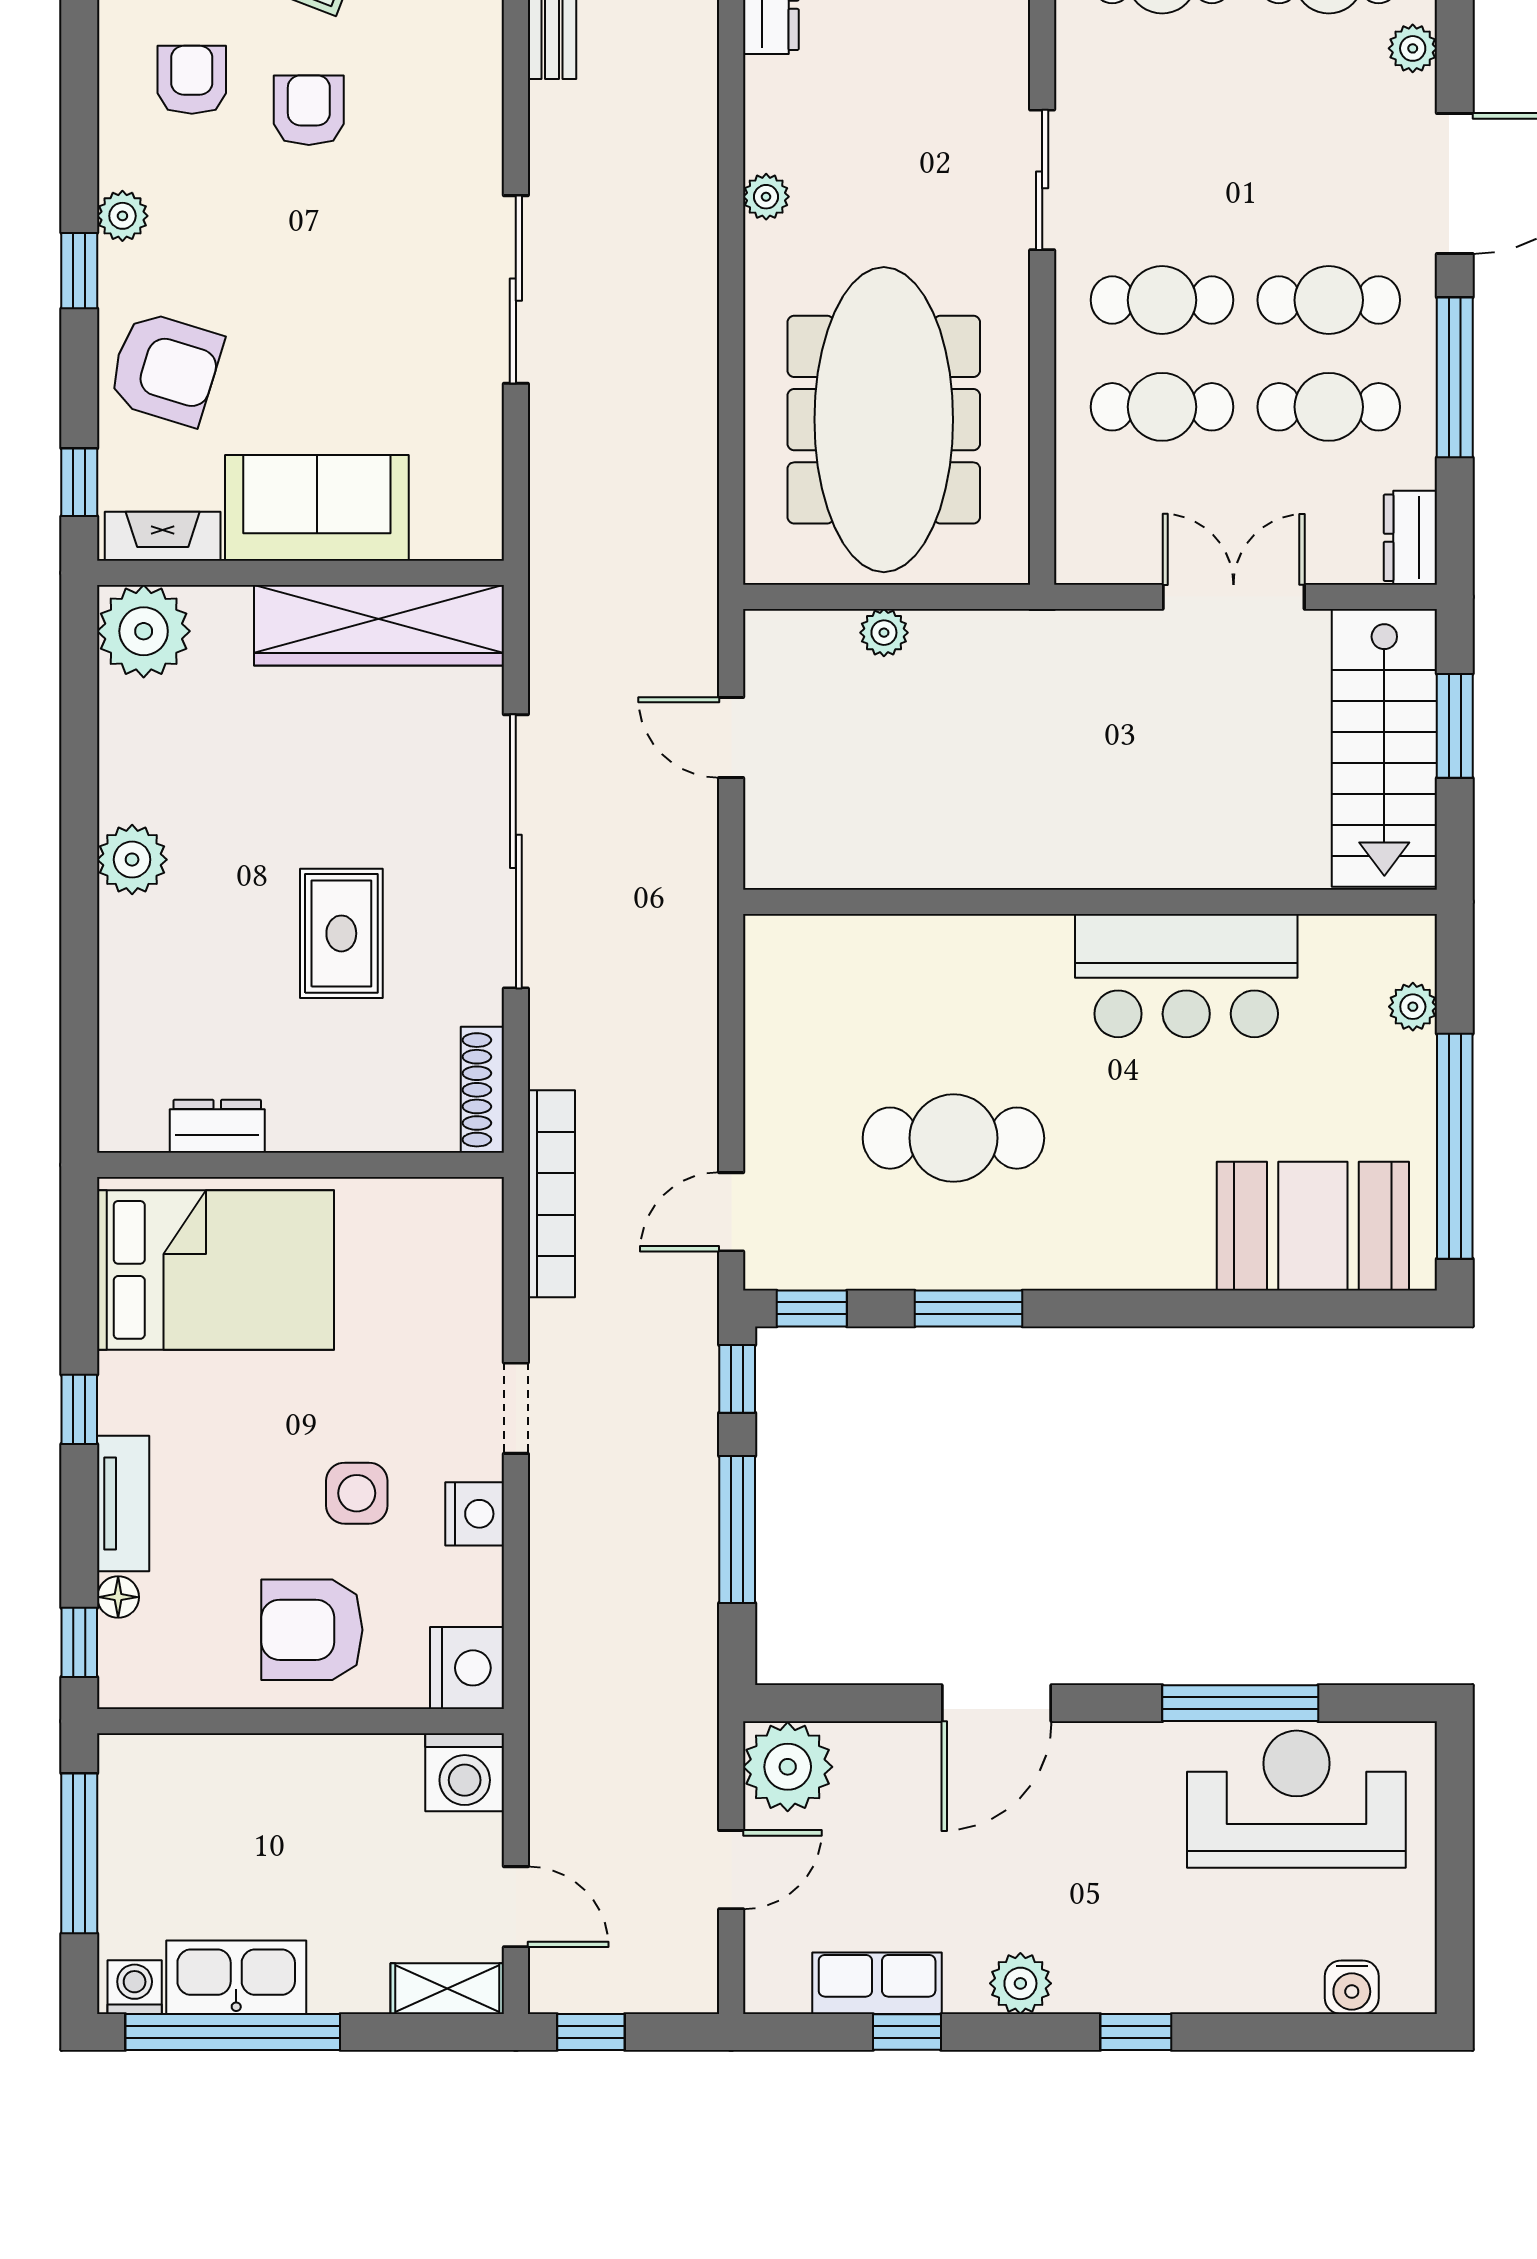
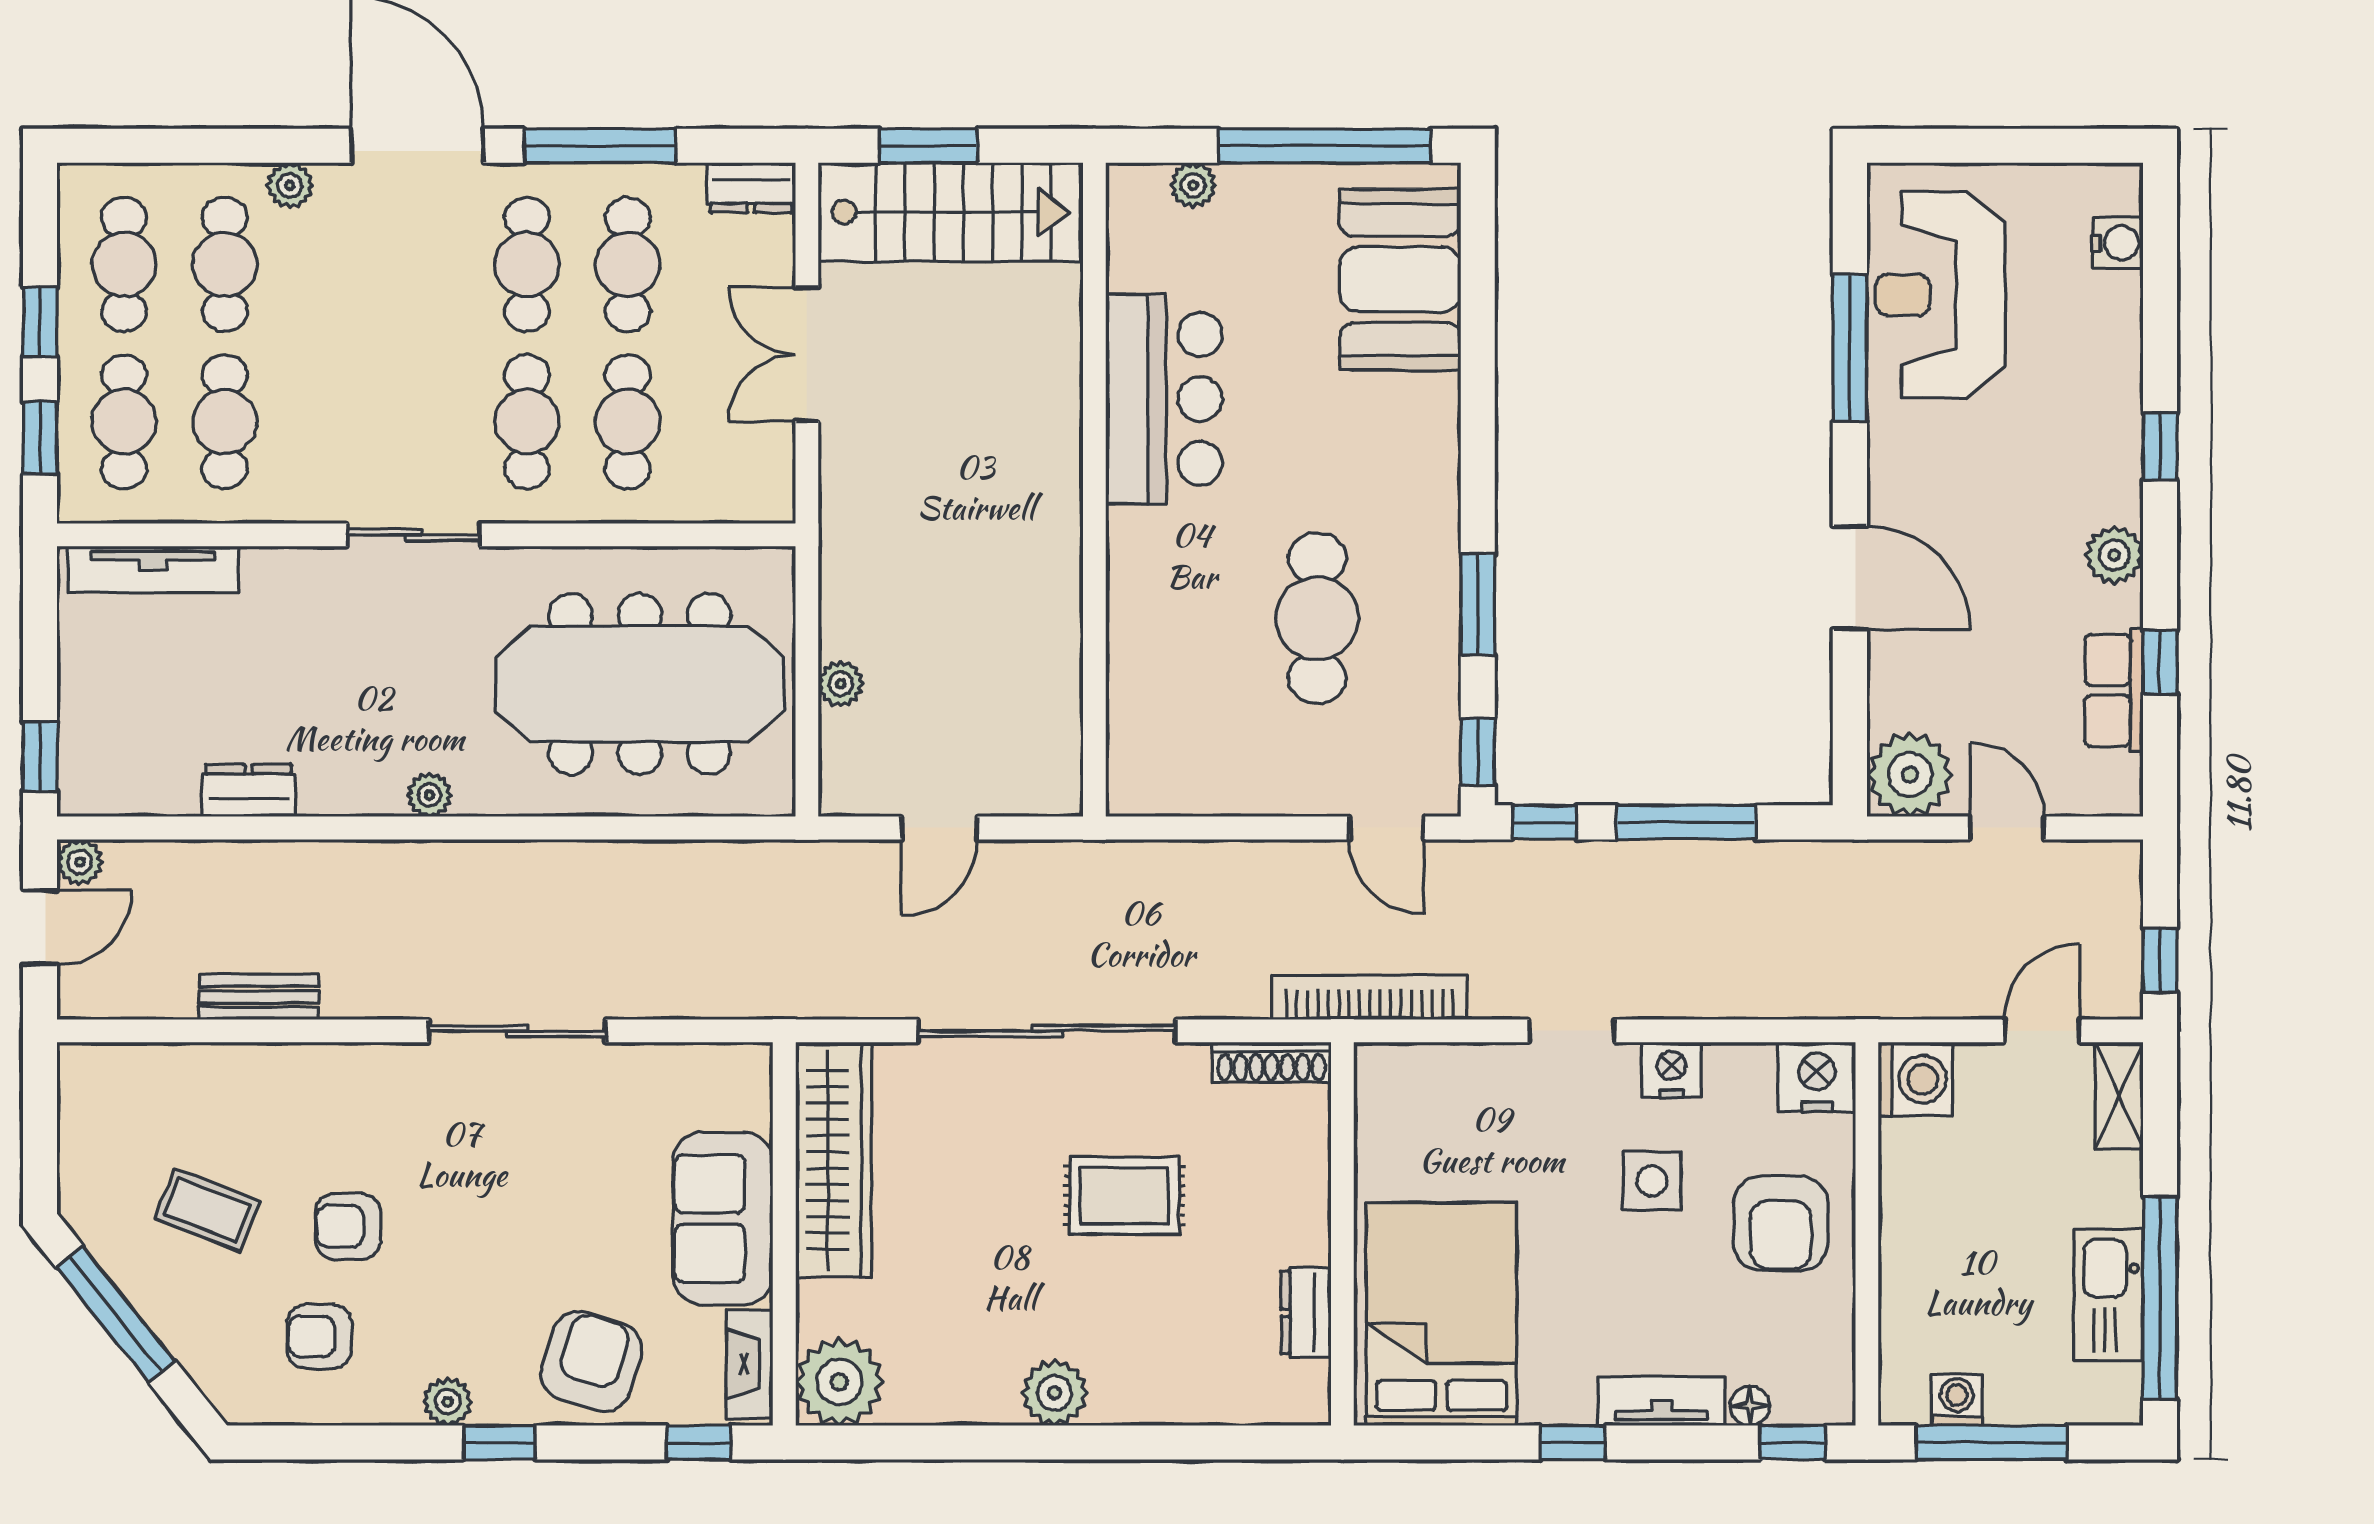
washing machine: (135, 1987) -> (1957, 1400), moved, turned 90

